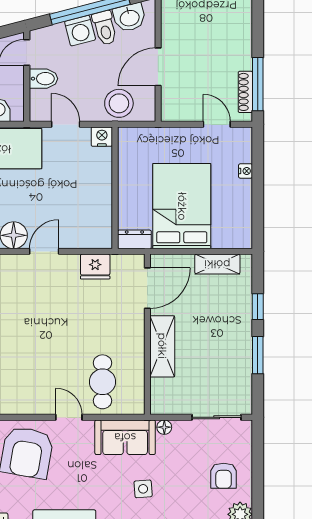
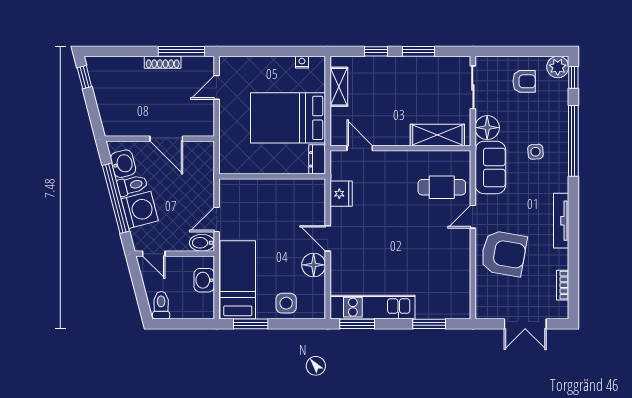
washing machine: (80, 31) -> (140, 210), width x1.37, depth x1.37
bidet: (43, 79) -> (202, 243), moved, turned -90
shoe rack: (245, 92) -> (163, 62), moved
stool: (119, 103) -> (198, 173), removed
nightstand: (102, 137) -> (227, 188), removed
nightstand: (246, 171) -> (302, 62), moved
door: (147, 288) -> (360, 148), width x0.73
shelving: (162, 346) -> (437, 135), moved
floor lamp: (164, 427) -> (487, 128), width x1.89, depth x1.89

